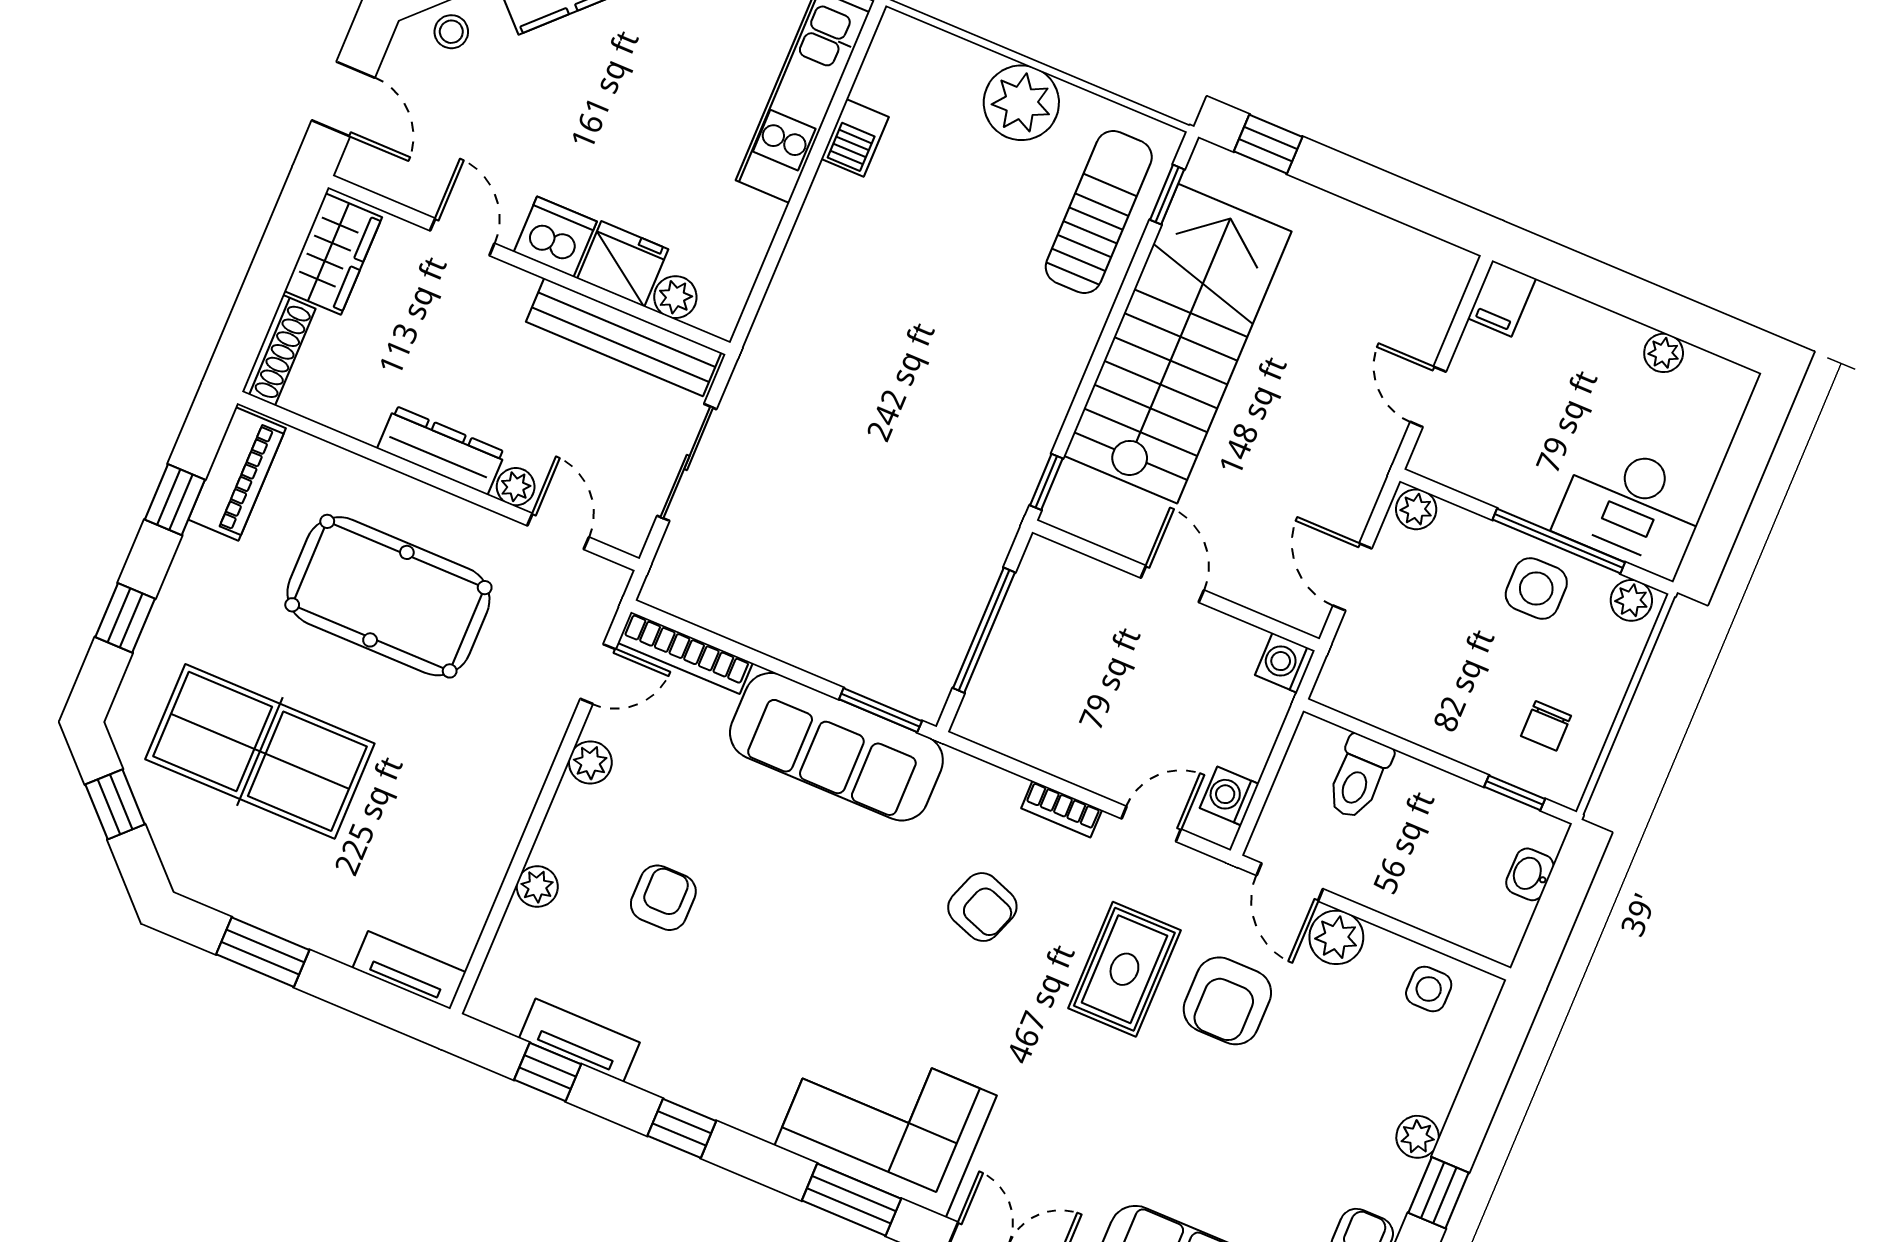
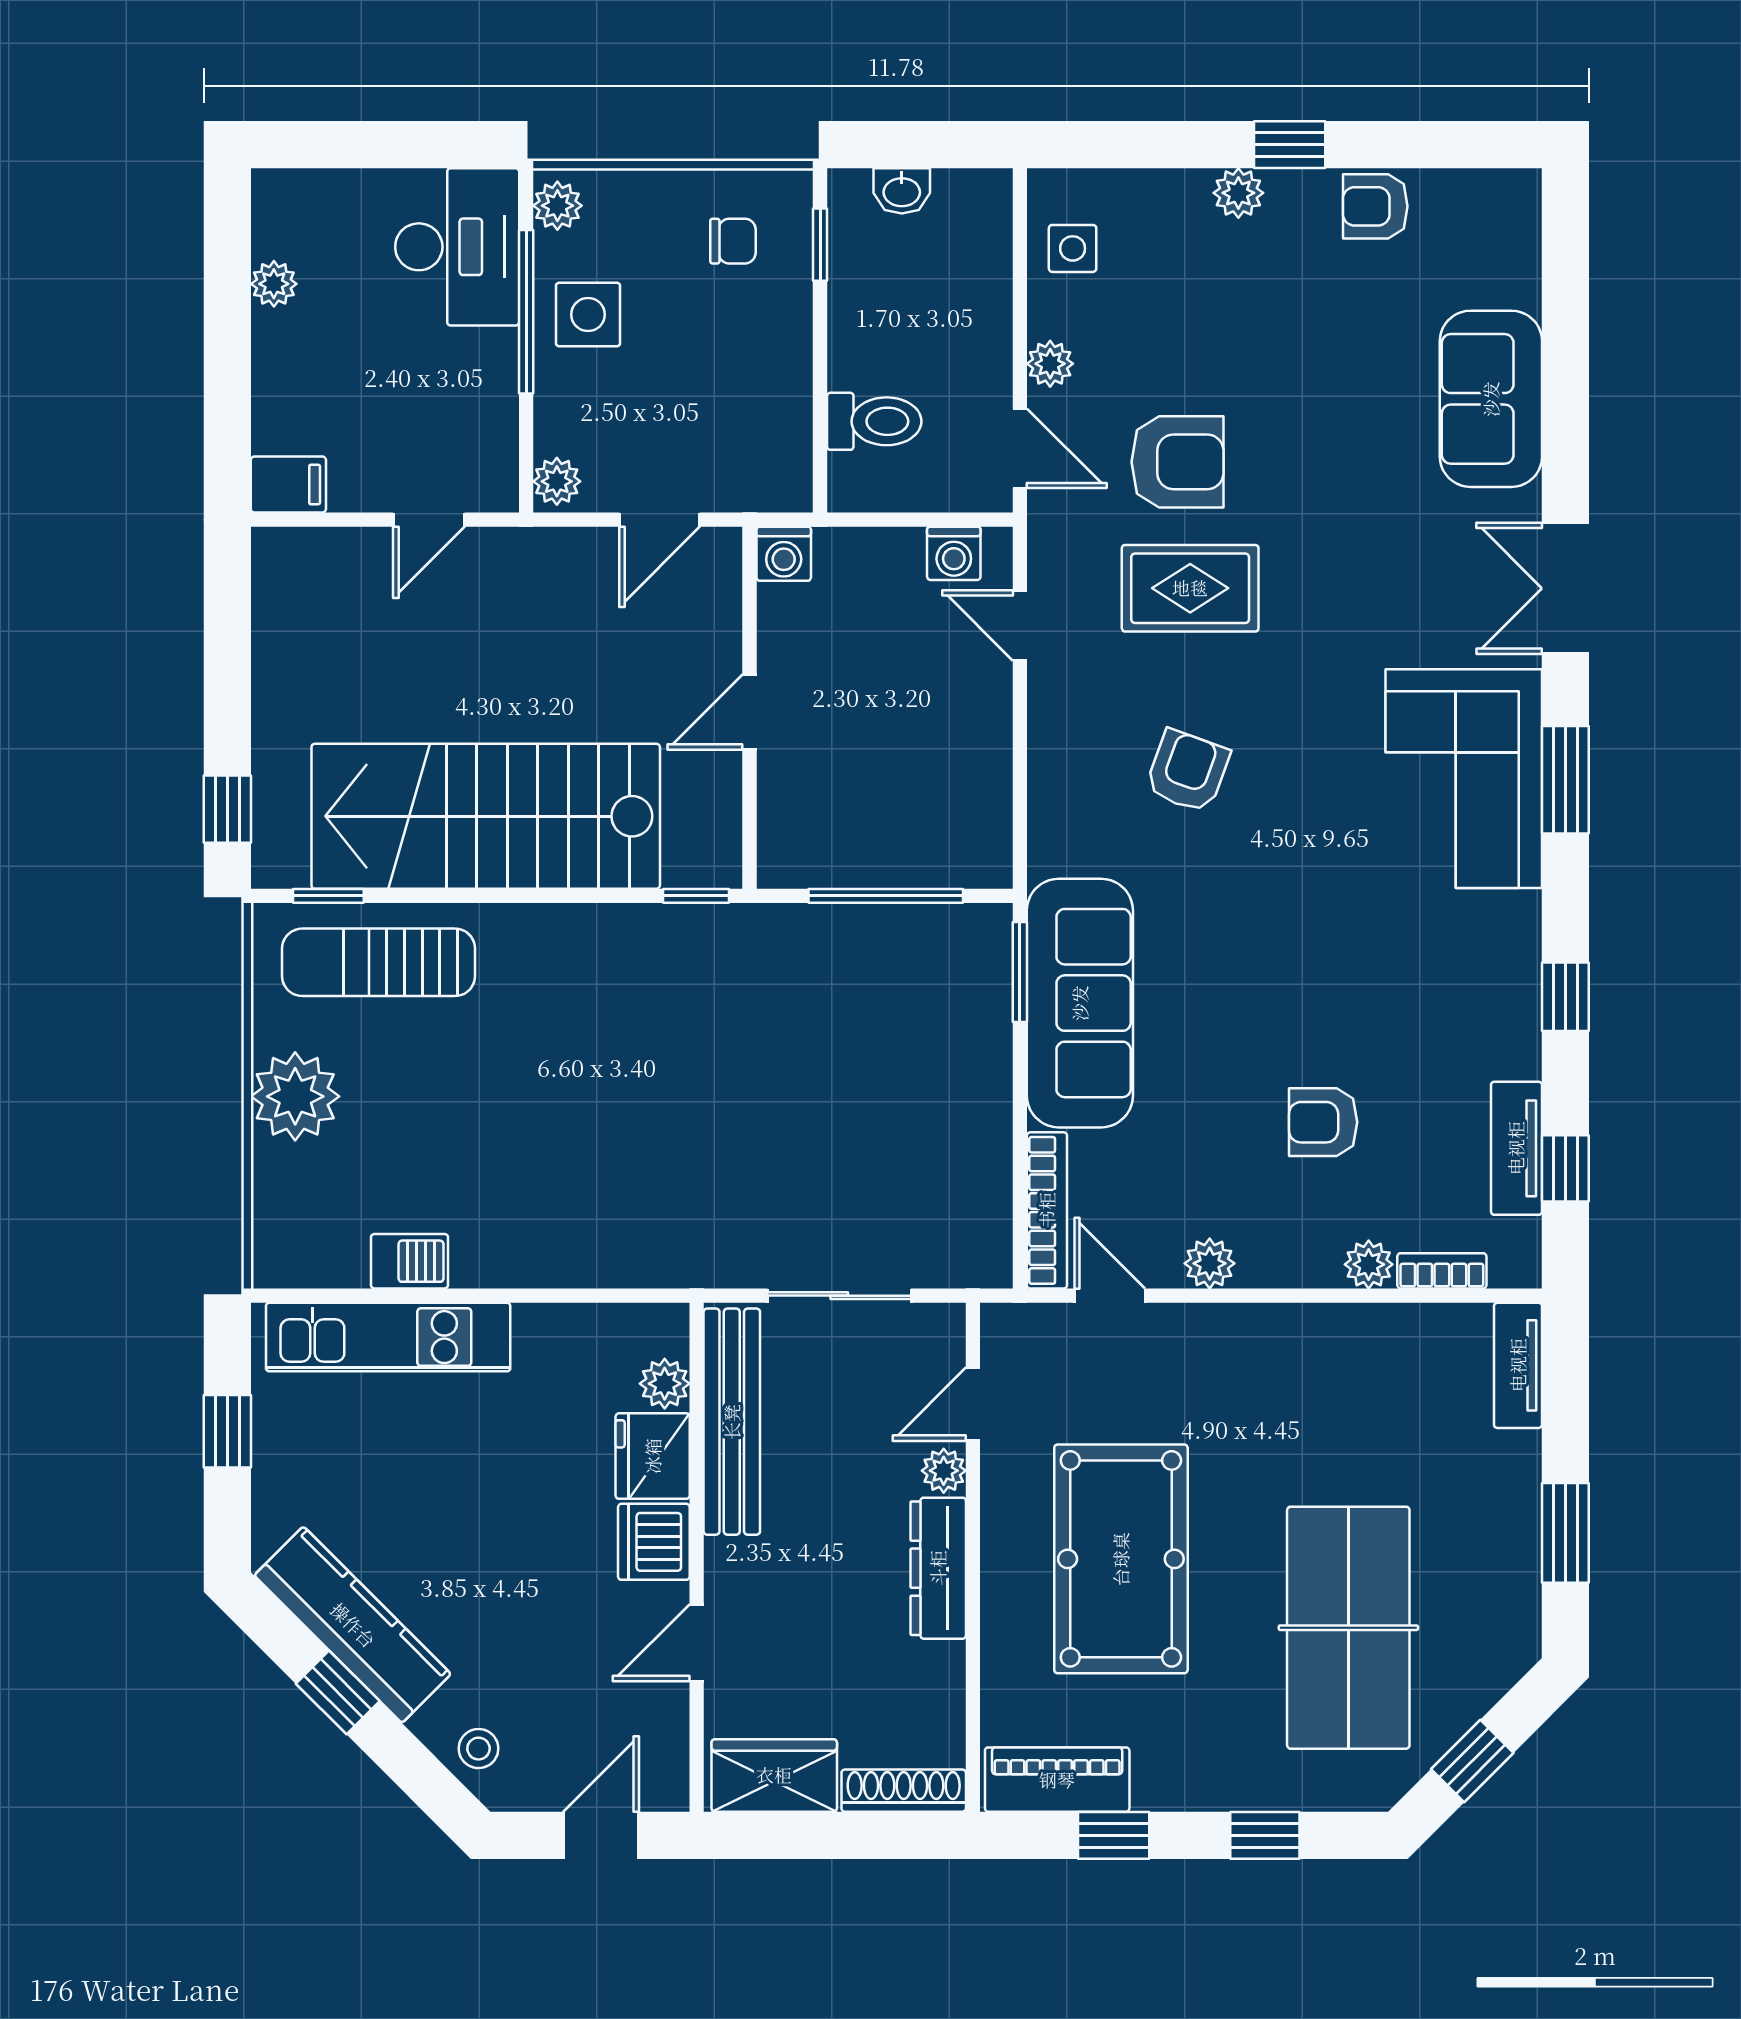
bookcase: (1062, 809) -> (1442, 1271), moved, turned -90
door: (1290, 882) -> (1020, 448), hinge flipped
plant: (1336, 937) -> (1050, 364), width x0.73, depth x0.73

